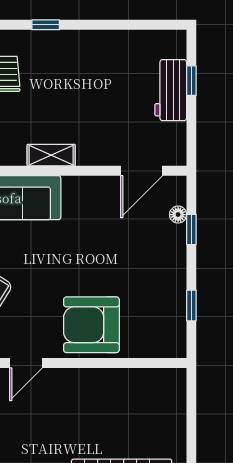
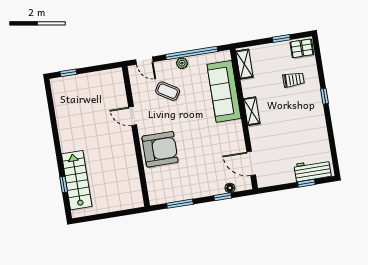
workbench: (171, 90) -> (313, 170), moved
window: (191, 305) -> (180, 204), width x1.50
armchair: (91, 325) -> (160, 149), turned 90

